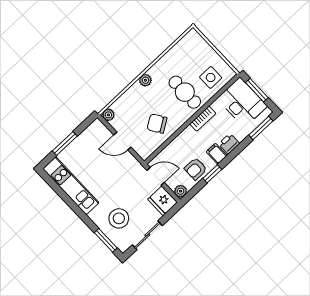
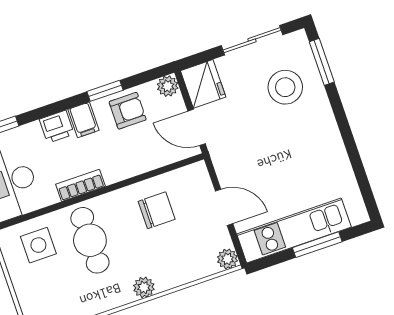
chair: (157, 124) -> (157, 210), turned -57
kitchen unit: (71, 186) -> (294, 231), moved, turned 90

